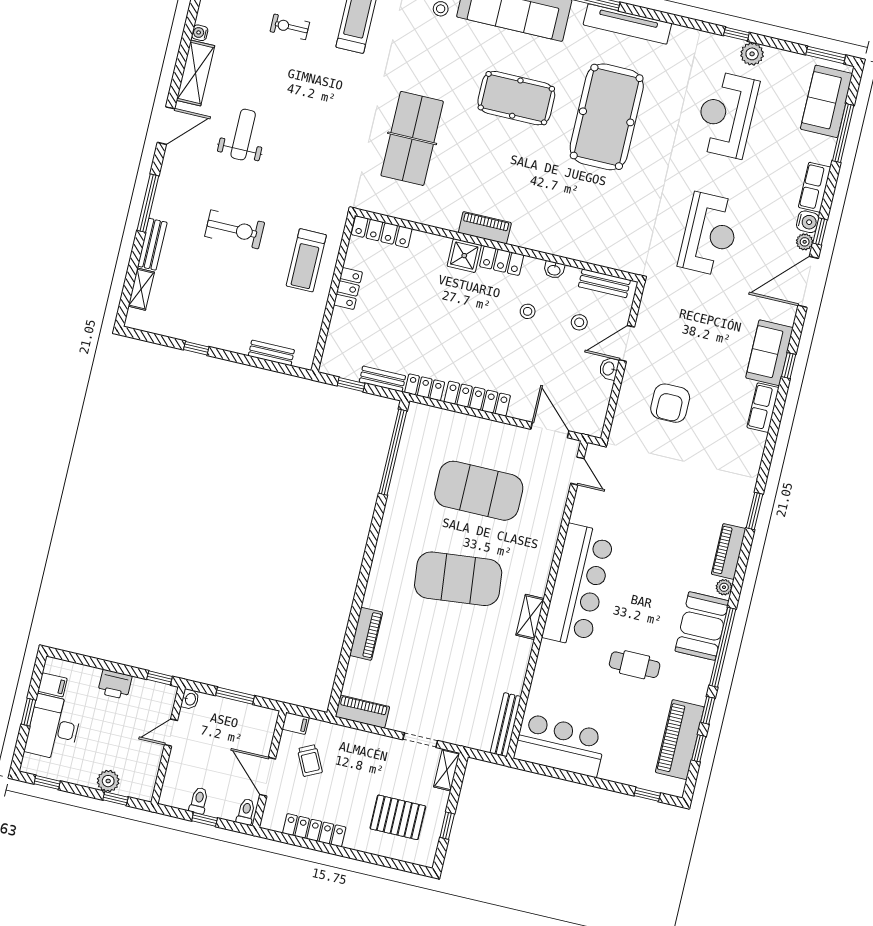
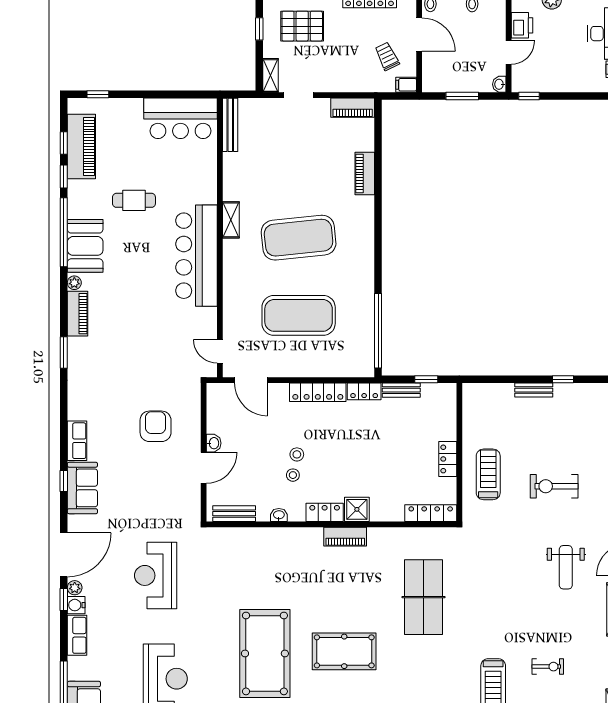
stool: (579, 322) -> (297, 454), moved
bench: (271, 353) -> (534, 390), moved
printer: (115, 684) -> (522, 25), moved, turned 90

